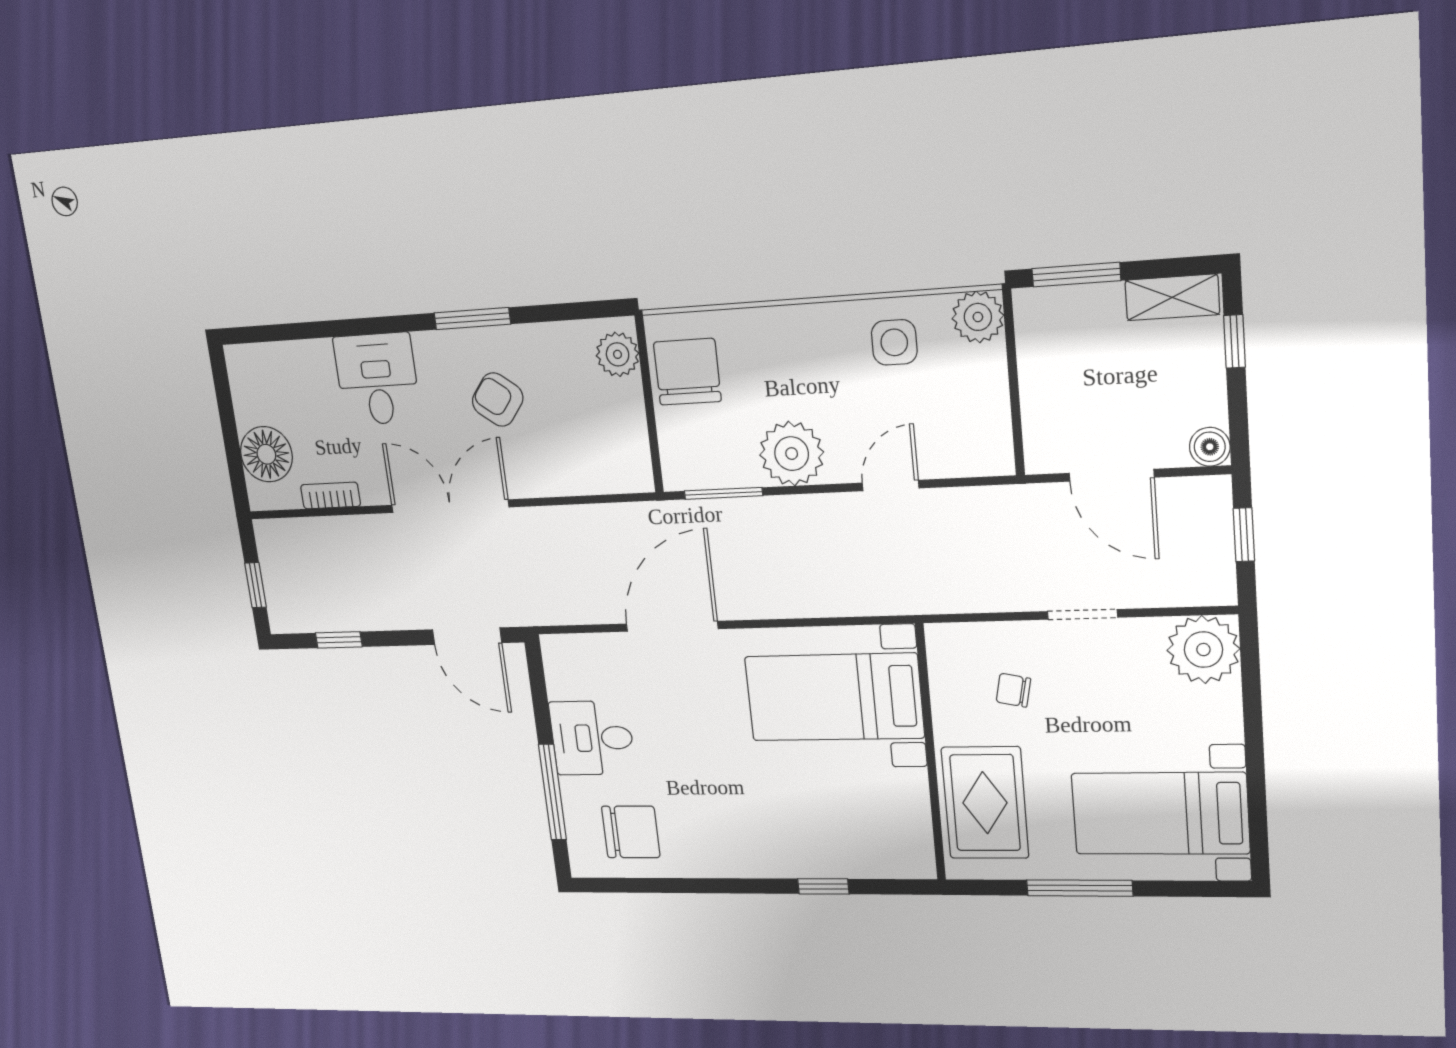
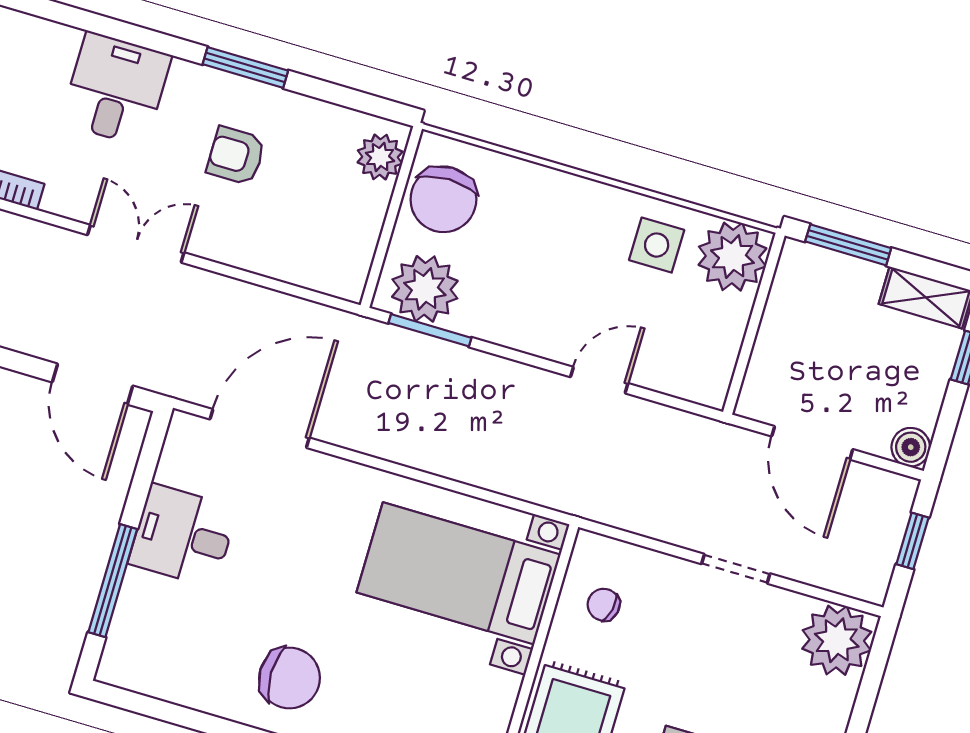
plant: (978, 317) -> (732, 257), width x1.36, depth x1.36
chair: (687, 372) -> (443, 199), turned 180
armchair: (498, 400) -> (236, 156), turned -37
plant: (792, 454) -> (425, 289), moved
double door: (450, 506) -> (136, 244), width x0.73
door: (672, 626) -> (260, 429), moved
chair: (1013, 690) -> (604, 605), moved
chair: (631, 832) -> (289, 678), moved

